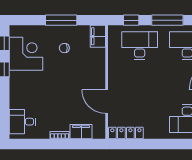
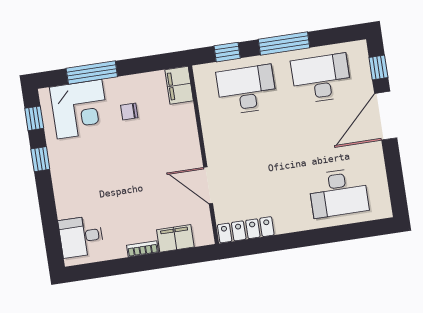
window: (61, 20) -> (92, 73), moved
corner desk: (26, 54) -> (79, 109), moved, turned 90

